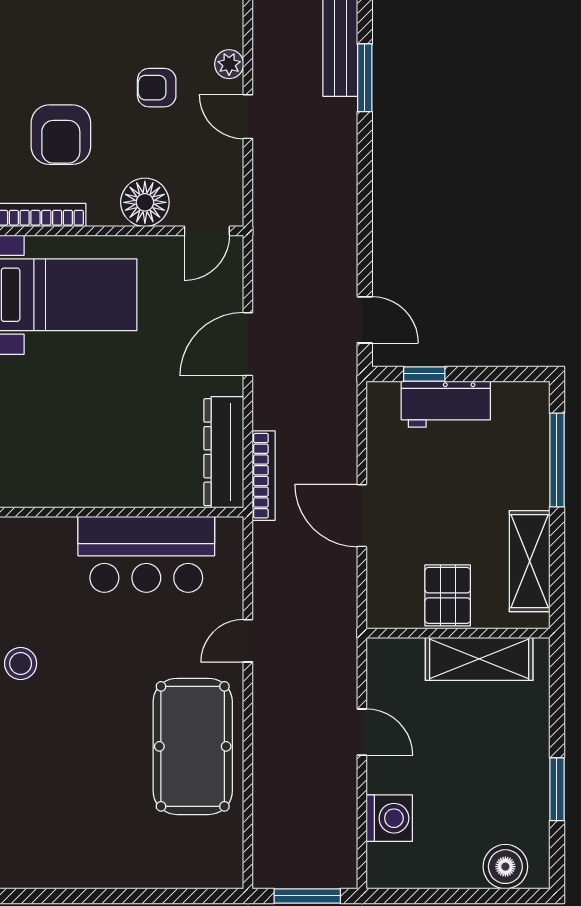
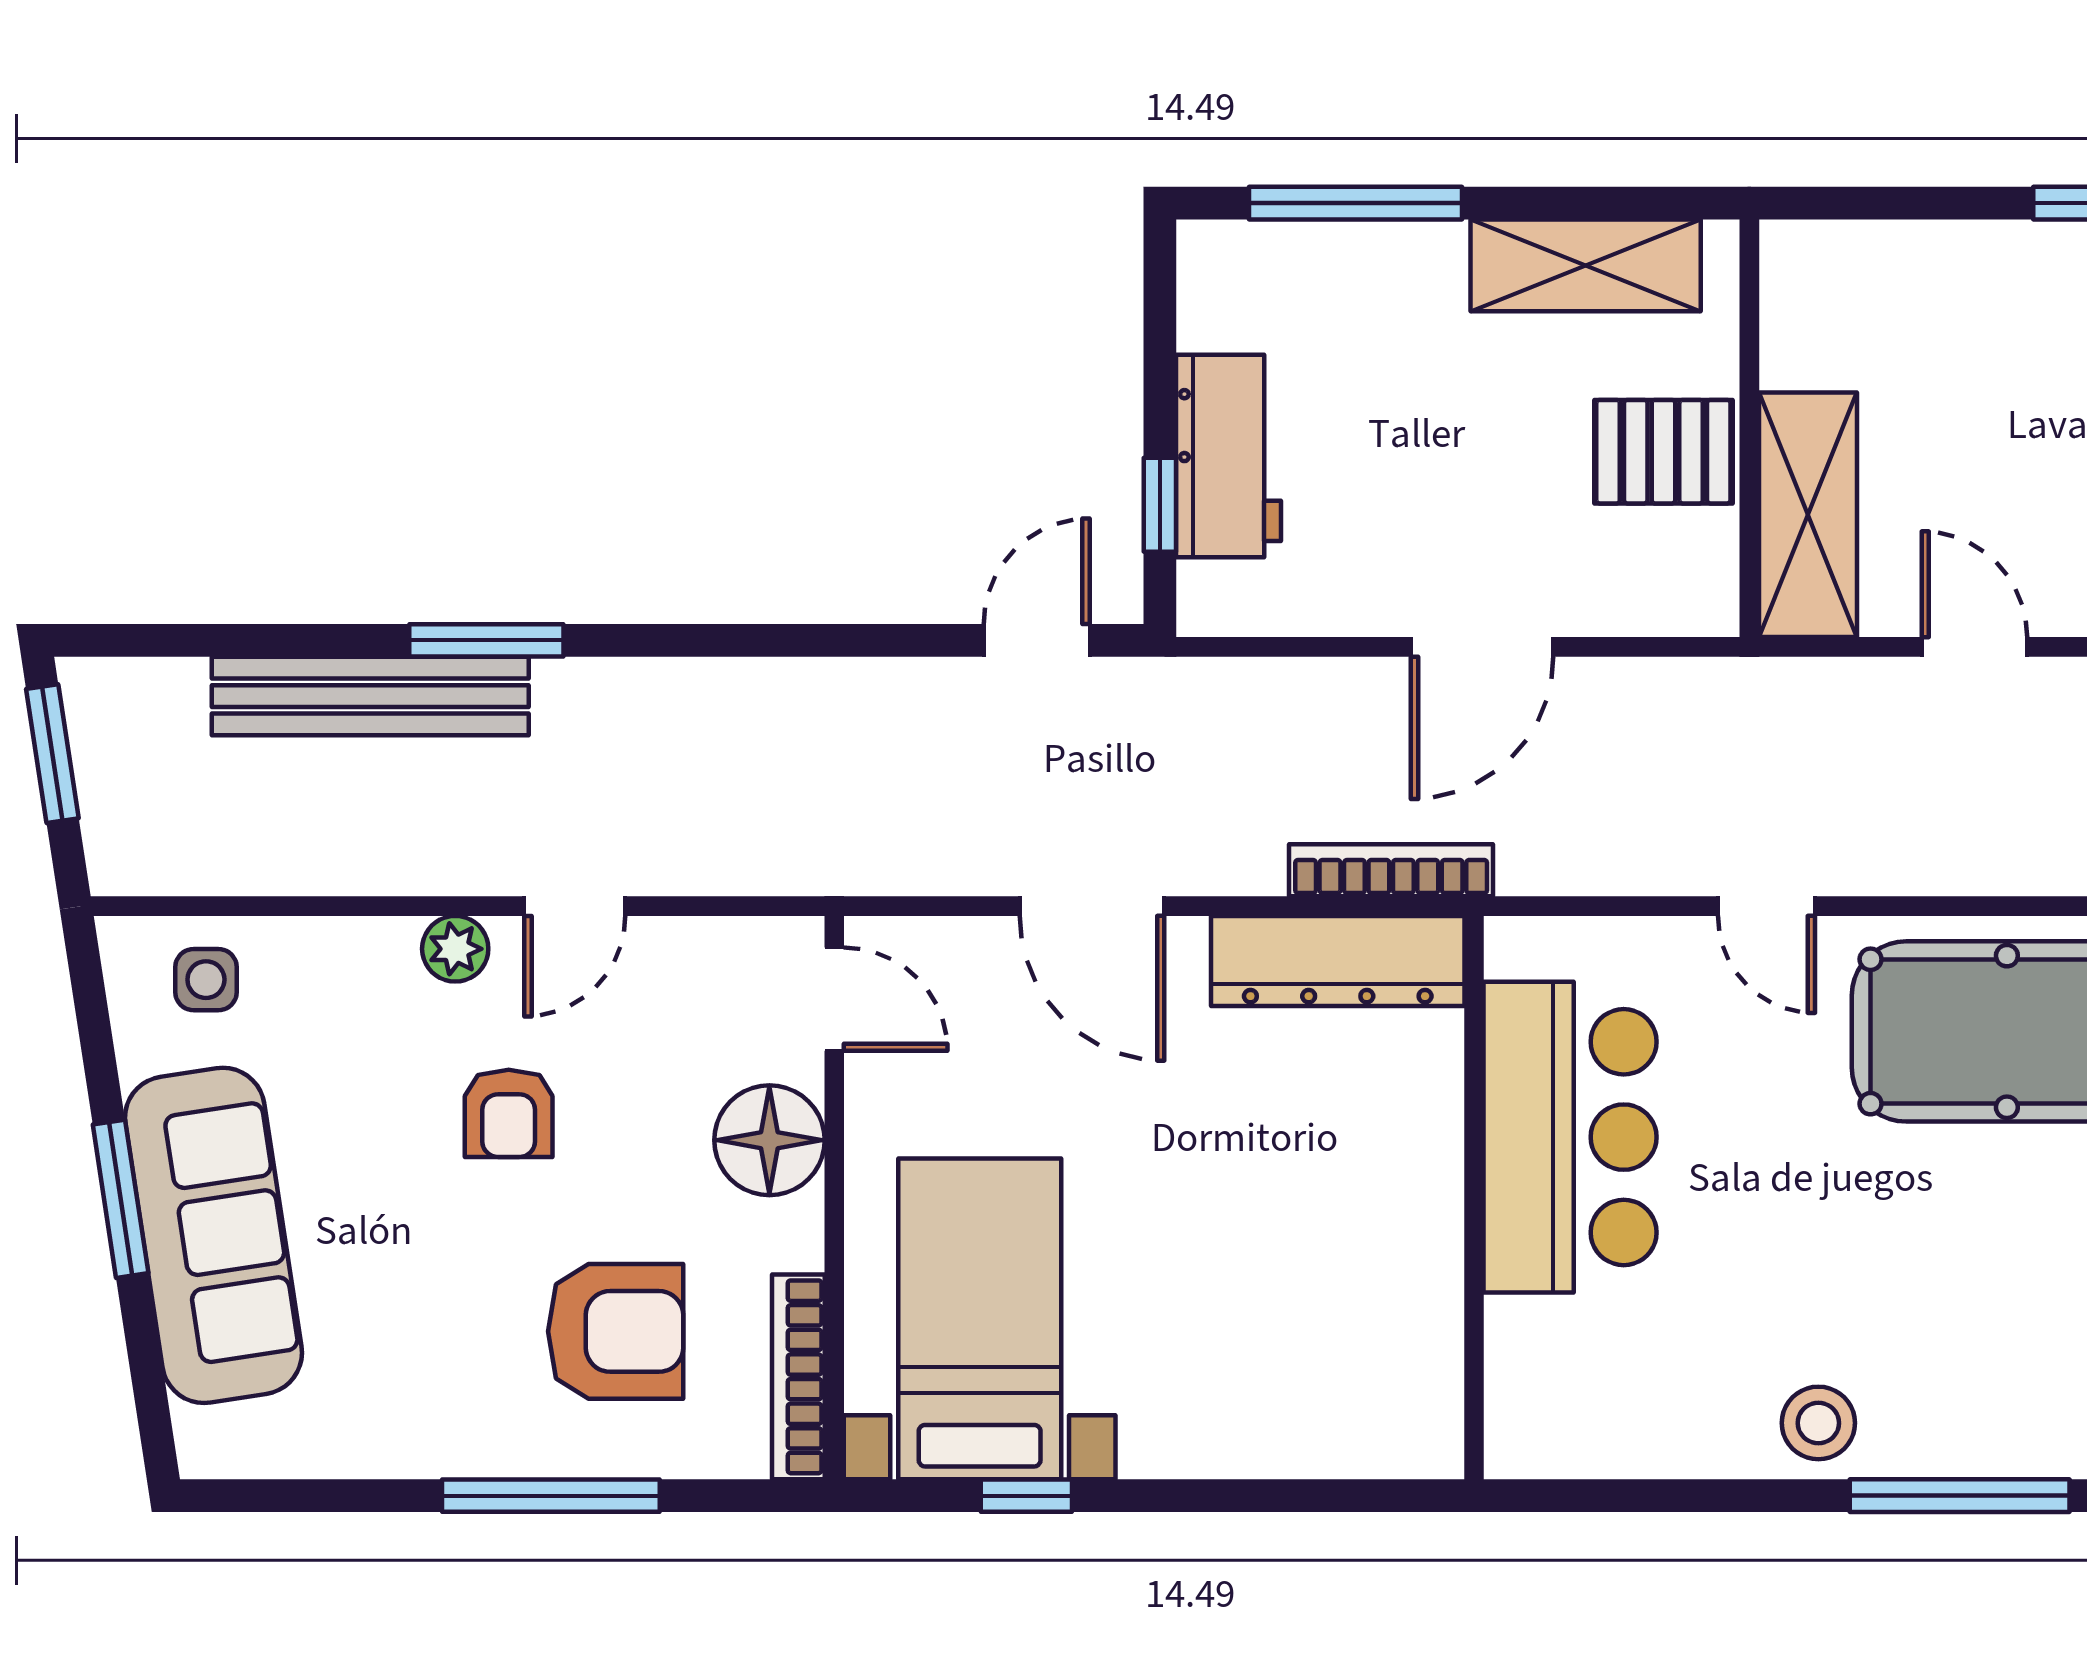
shelving: (479, 659) -> (1808, 515), moved
door: (362, 732) -> (1974, 647), hinge flipped

